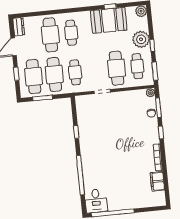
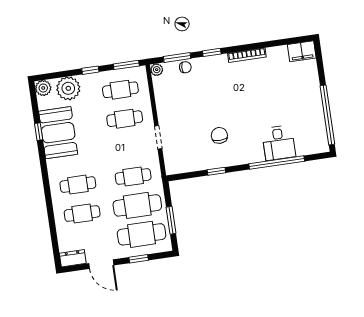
cafe table: (50, 35) -> (82, 213), width x0.73, depth x0.74
plant: (141, 39) -> (68, 88), moved
cafe table: (117, 68) -> (125, 119), width x0.73, depth x0.74
chair: (102, 135) -> (219, 135), added
filing cabinet: (157, 181) -> (302, 51), moved
desk: (96, 201) -> (279, 143), moved, turned 90

